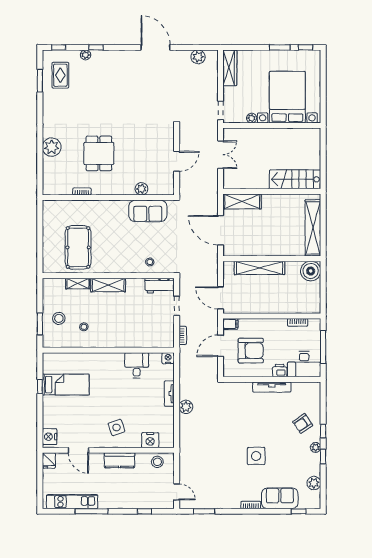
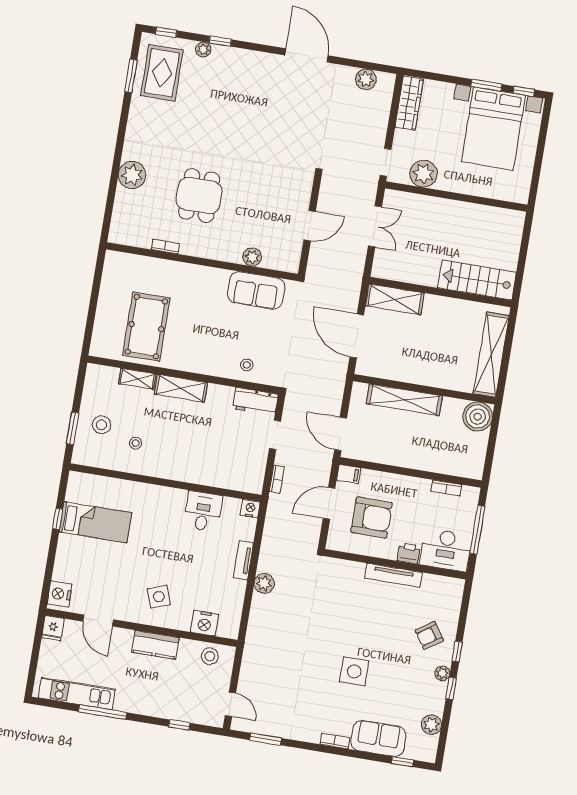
rug: (60, 75) -> (162, 73), width x1.36, depth x1.43
bed with nightstands: (287, 97) -> (493, 129), moved, turned 180
plant: (252, 118) -> (423, 174), width x1.88, depth x1.88

